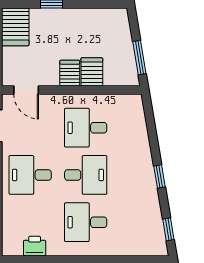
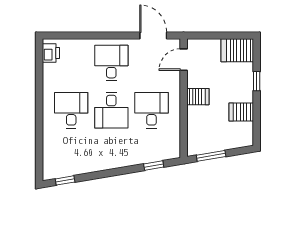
server rack: (92, 72) -> (241, 112), moved, turned 180
window: (159, 176) -> (154, 166), moved
printer: (35, 246) -> (51, 53), moved

